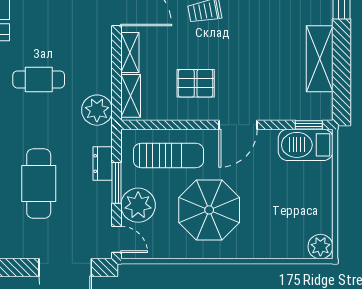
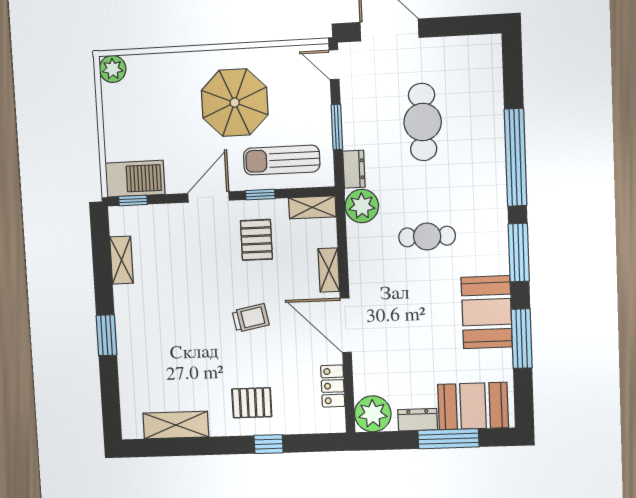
shelving: (320, 59) -> (122, 260), width x0.67, depth x0.75
pallet: (196, 83) -> (256, 240), turned 90
shelving: (131, 96) -> (312, 207), moved, turned 90
window: (190, 125) -> (260, 195), added
dresser: (103, 163) -> (354, 169), moved
plant: (138, 205) -> (312, 104), removed

